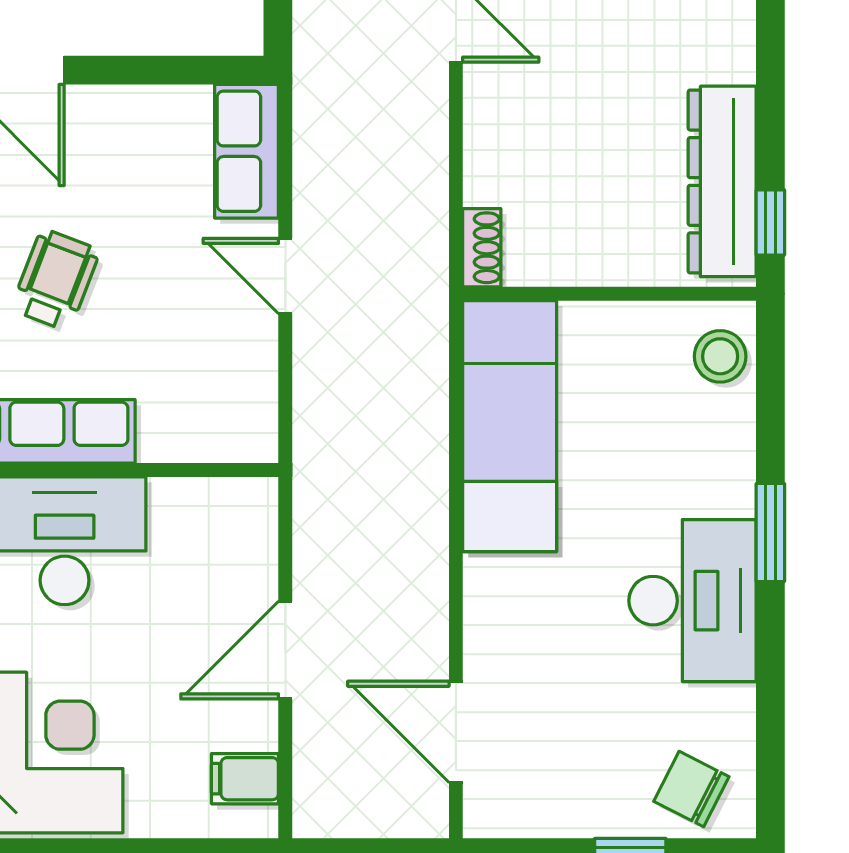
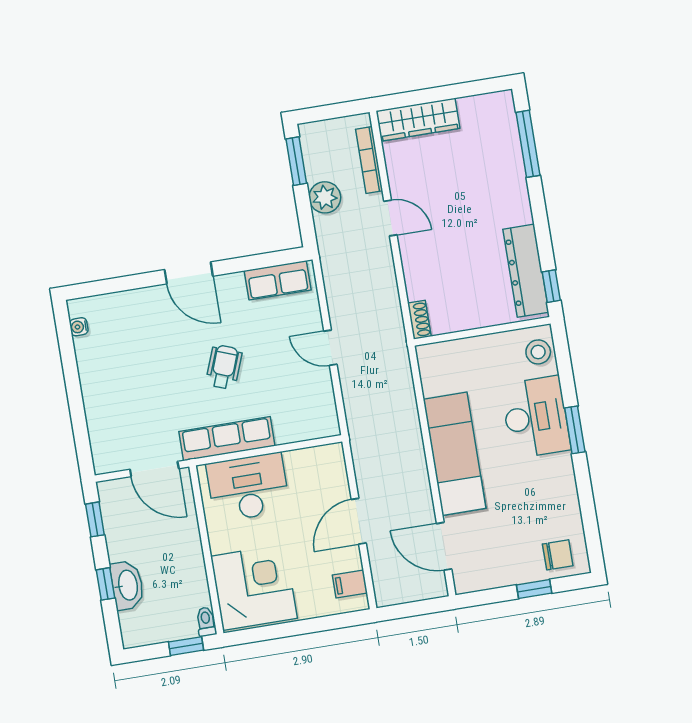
row of seats: (247, 151) -> (278, 280), moved, turned -90
exam couch: (510, 426) -> (455, 454), moved
desk: (693, 601) -> (536, 417), moved
chair: (691, 789) -> (558, 555), turned 153

